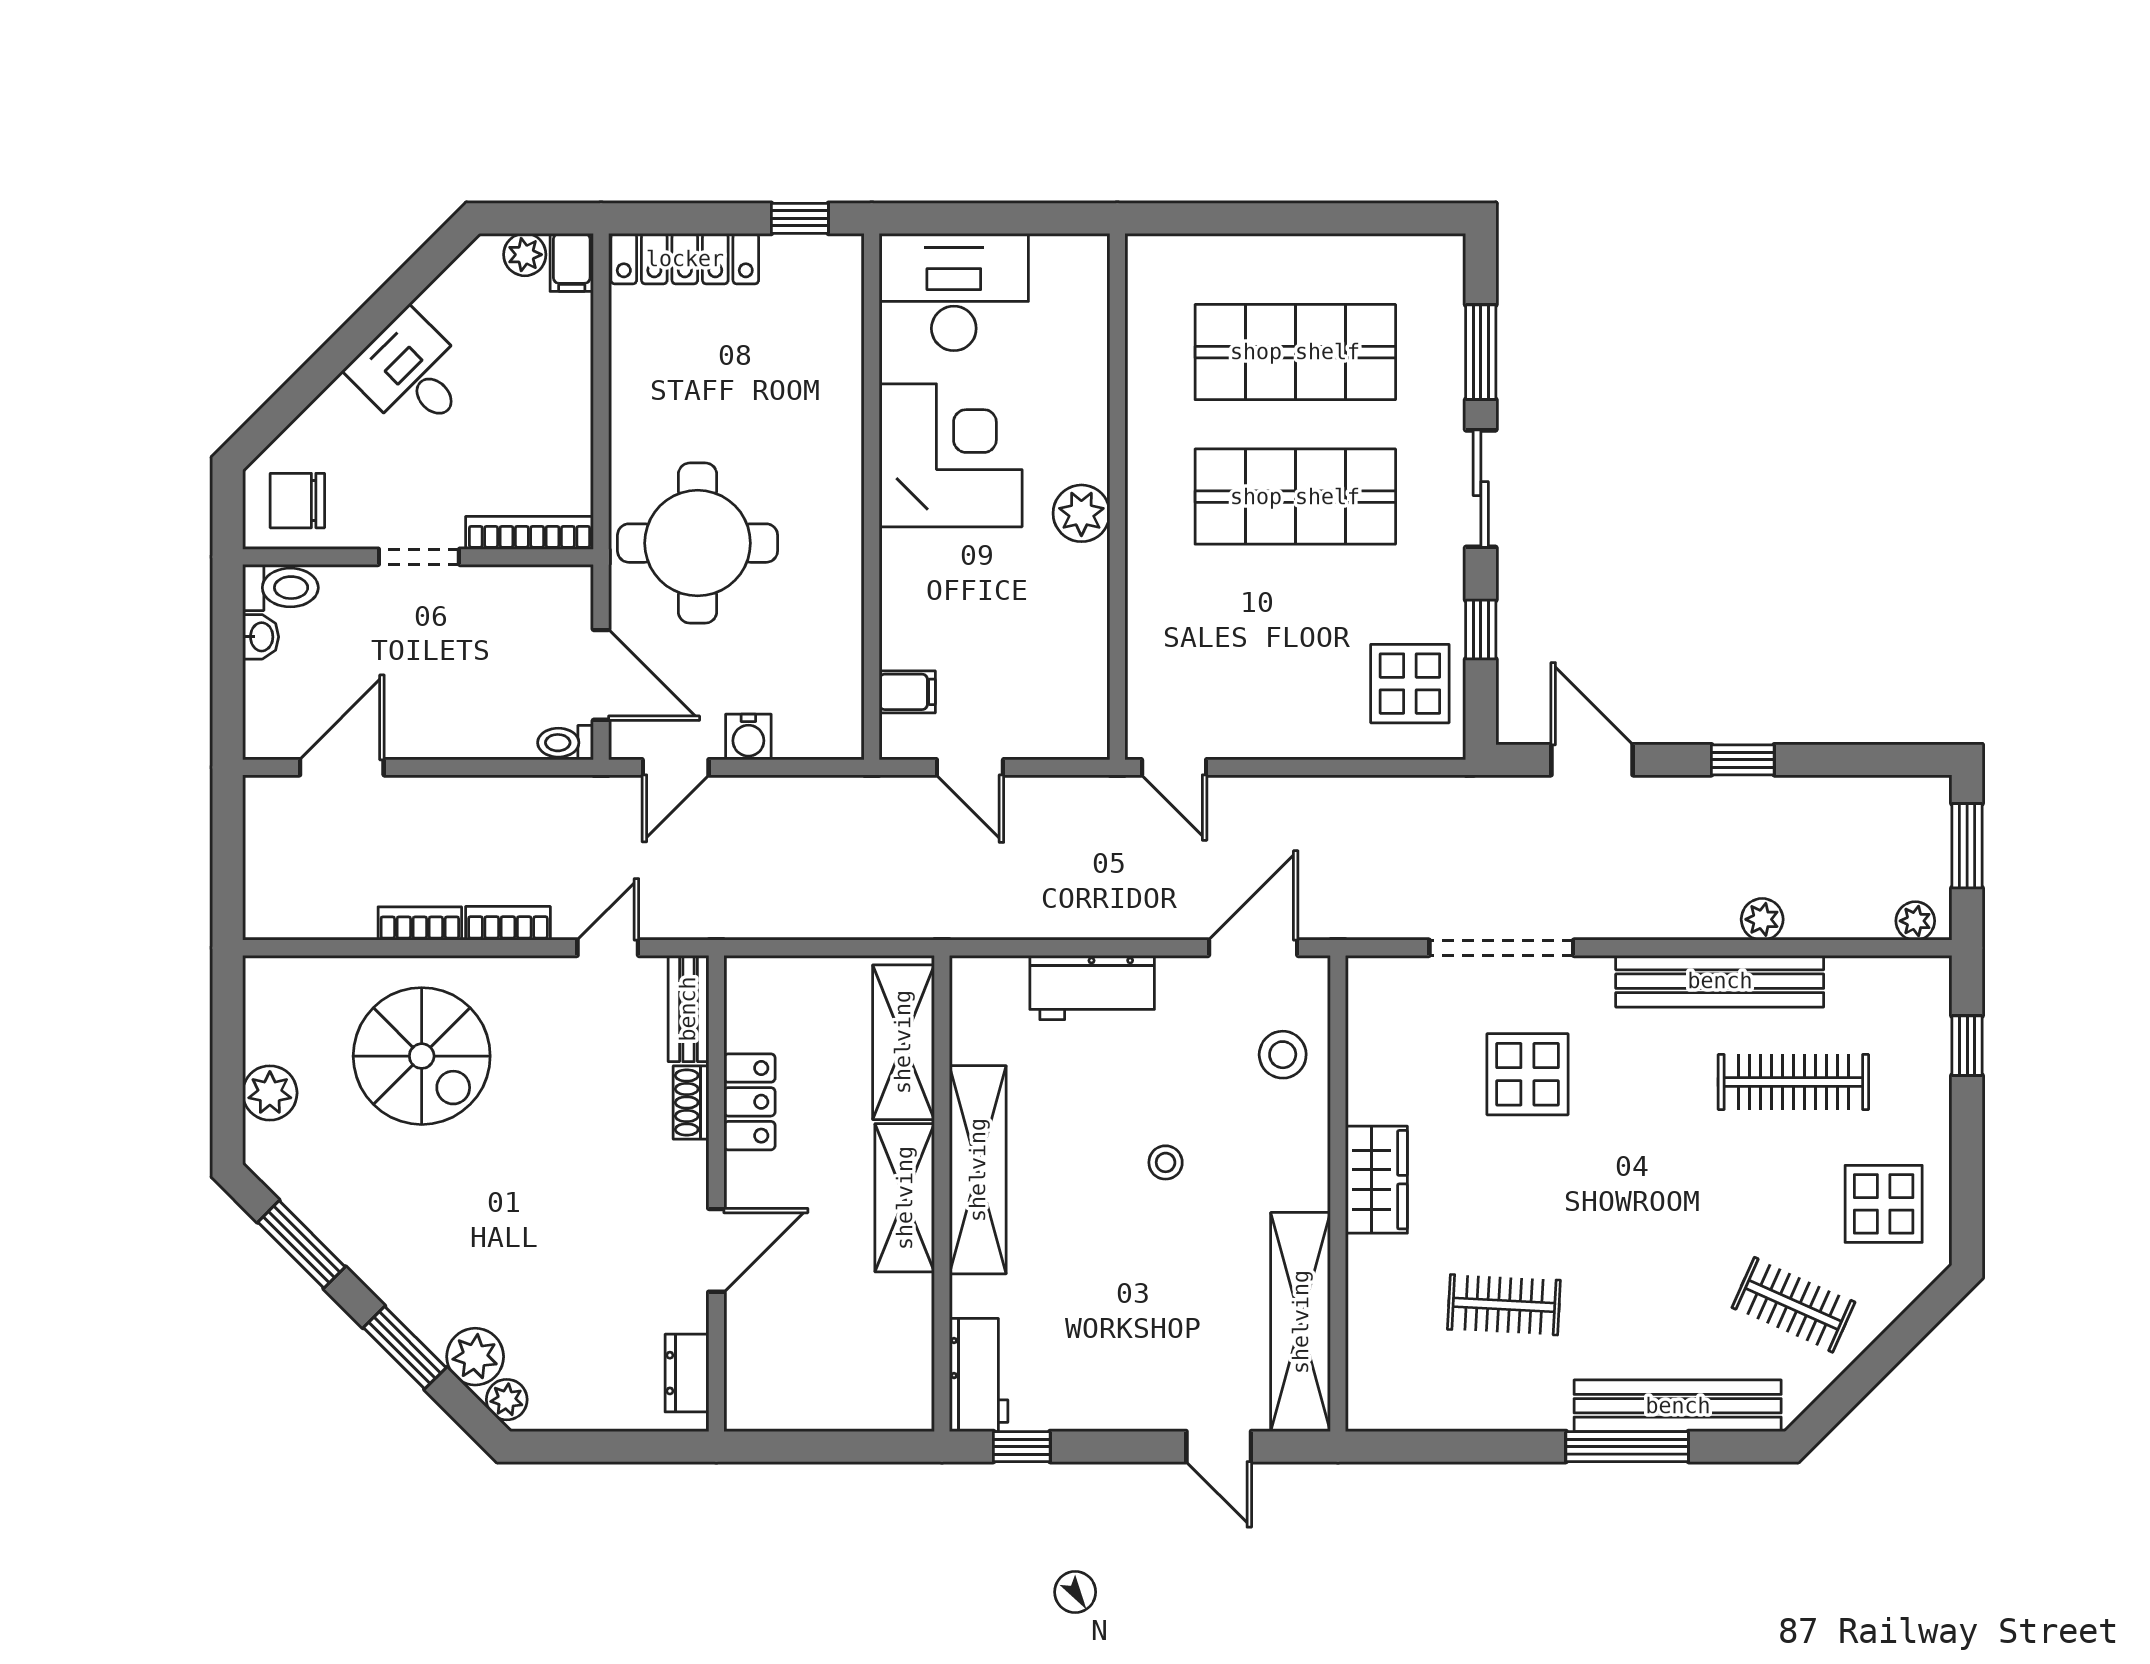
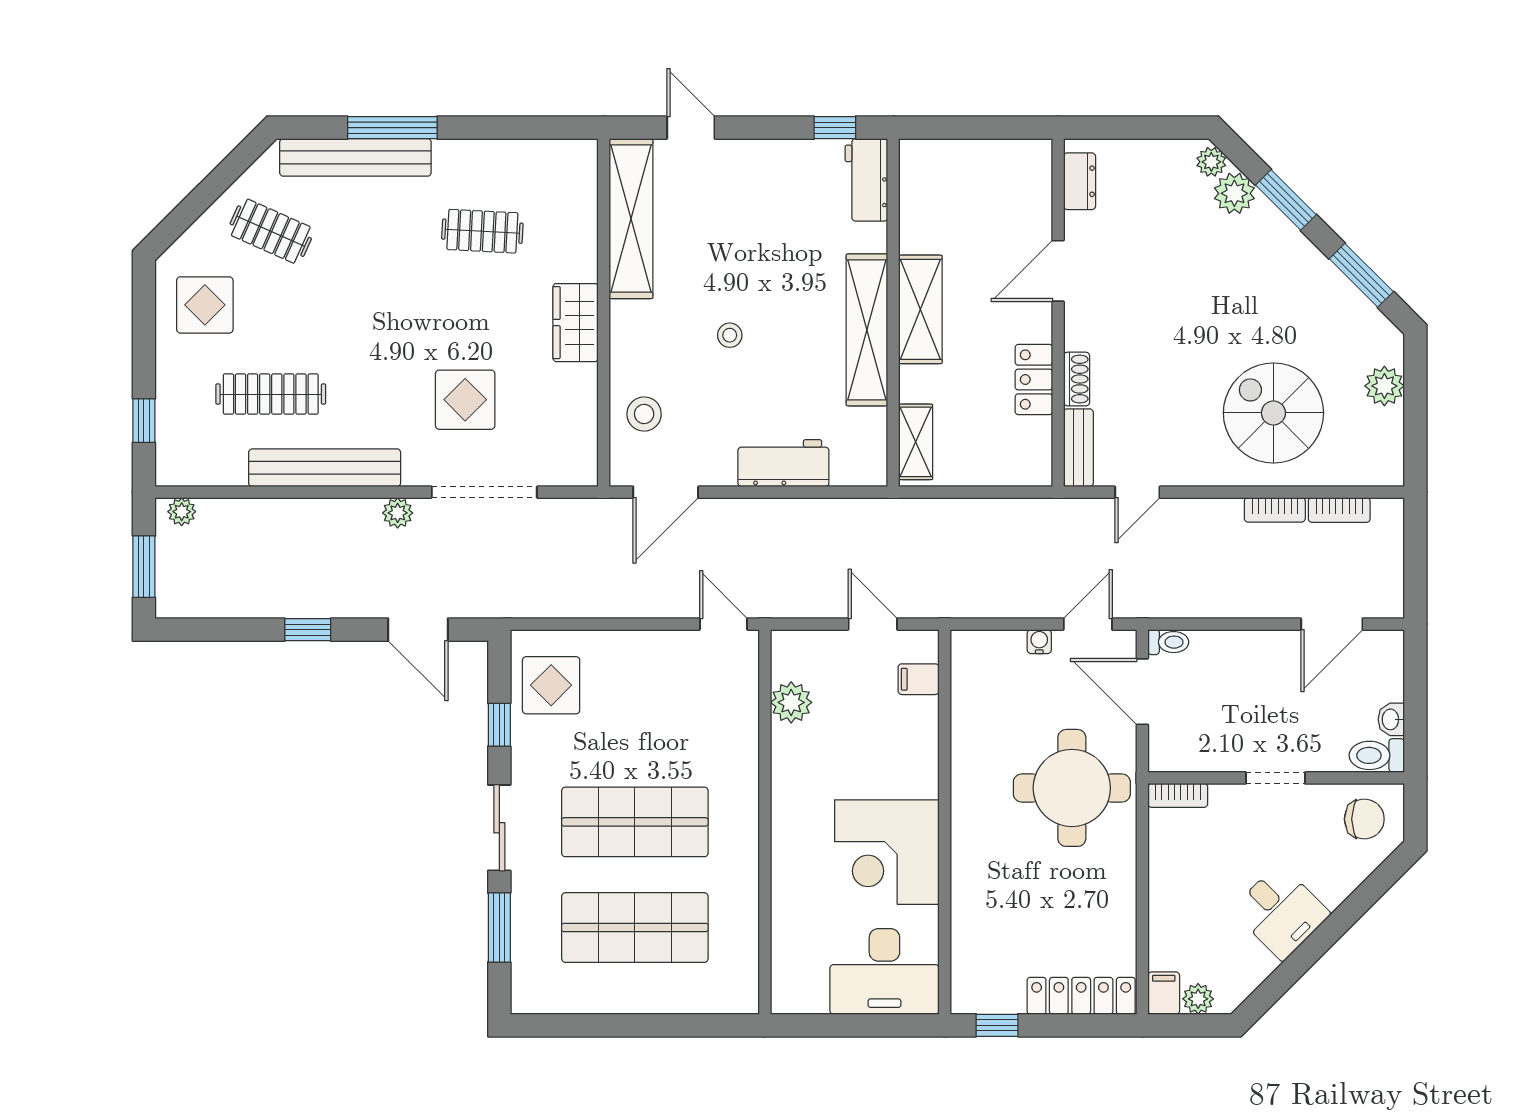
plant: (1081, 513) -> (791, 702), moved
bookcase: (530, 533) -> (1178, 795), width x0.64
water cooler: (748, 737) -> (1039, 642), width x0.72, depth x0.72
plant: (1762, 919) -> (398, 513), moved
bookcase: (508, 923) -> (1339, 510), moved
shelving: (903, 1042) -> (916, 442), width x0.67, depth x0.75

